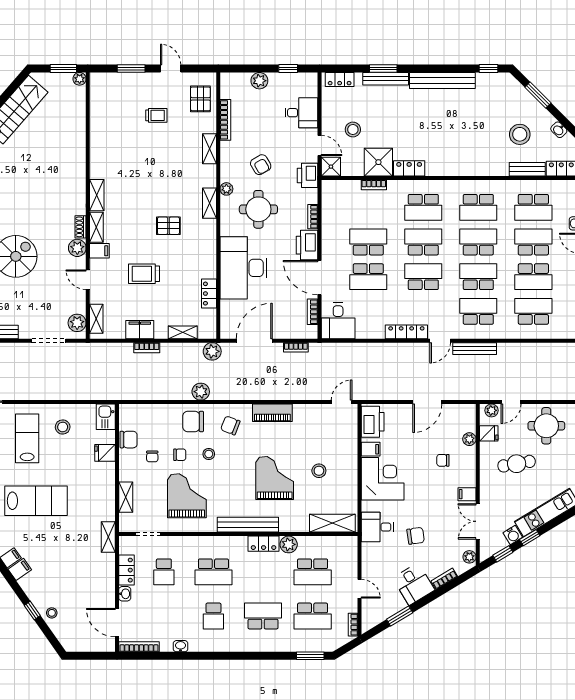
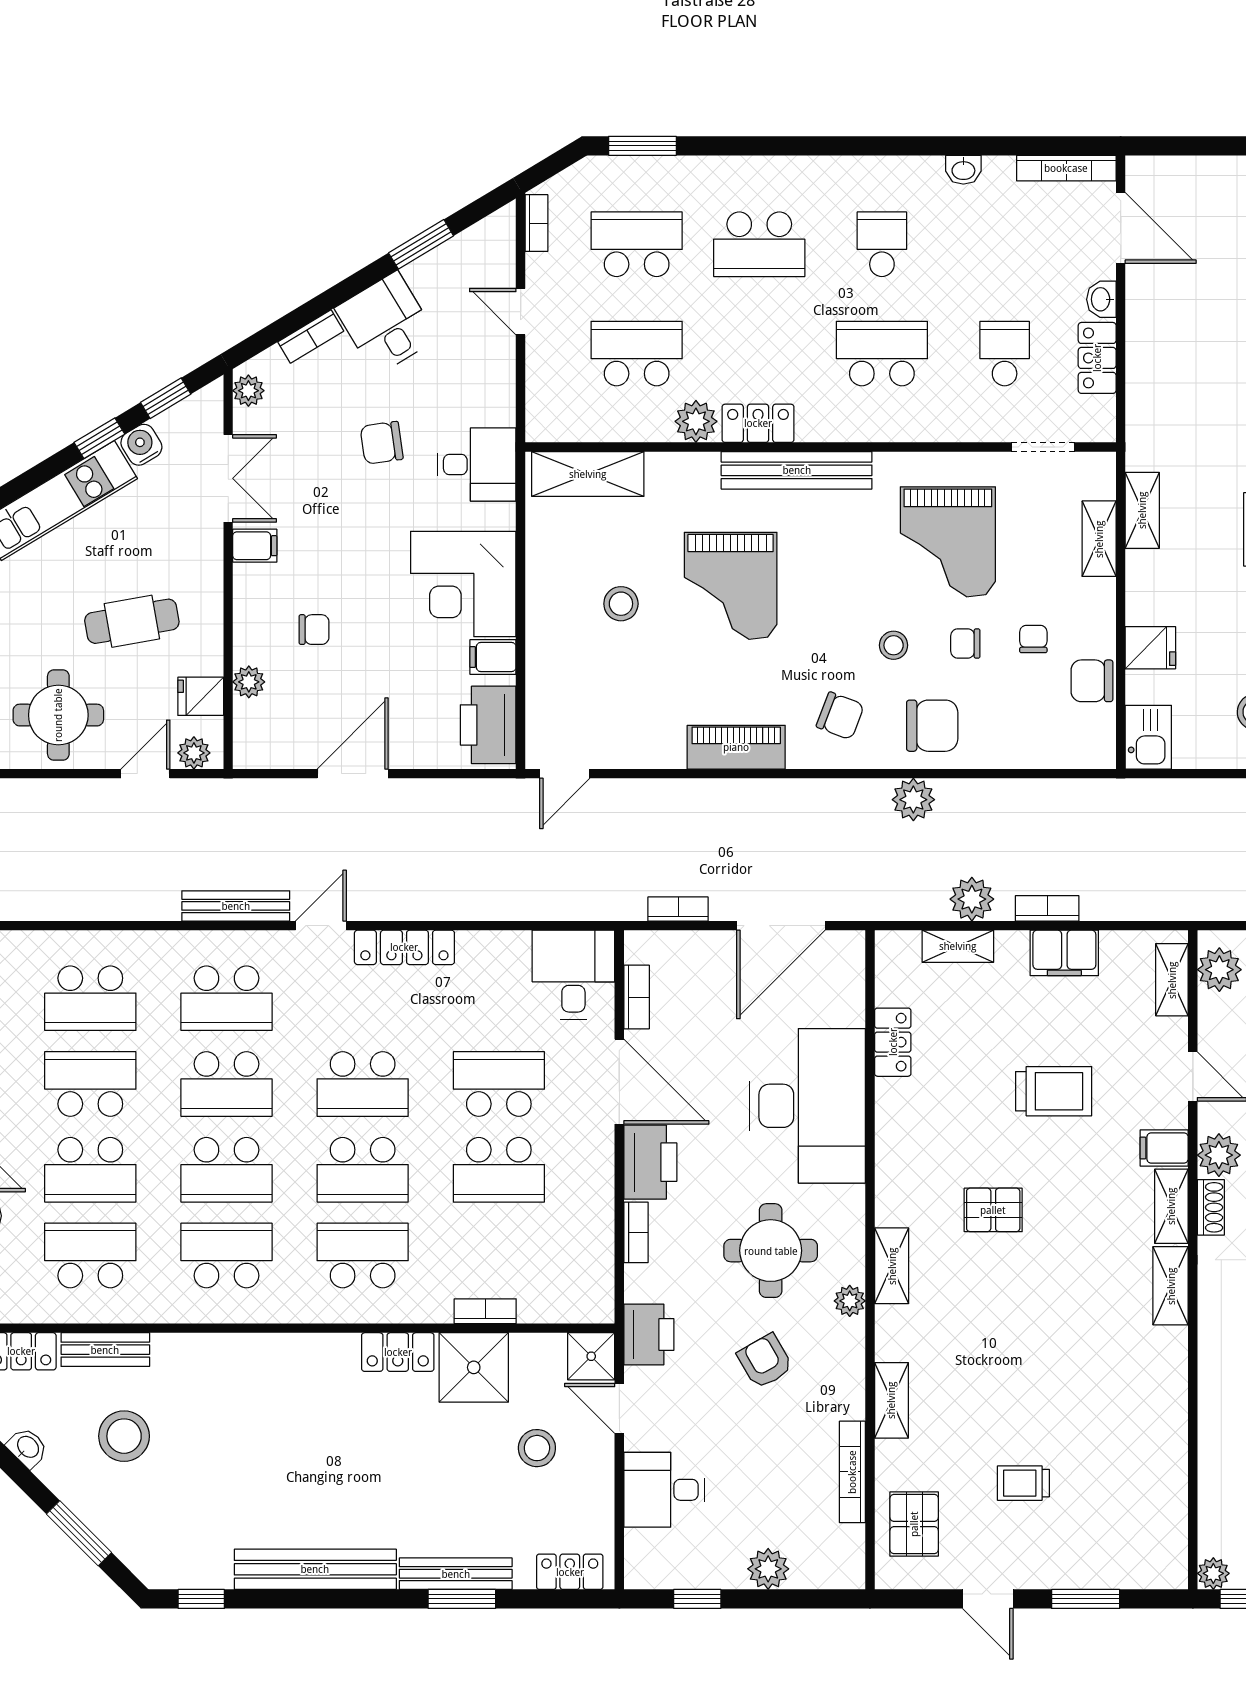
plant: (212, 351) -> (972, 899), moved
shelving: (108, 537) -> (1142, 510), moved

